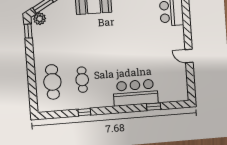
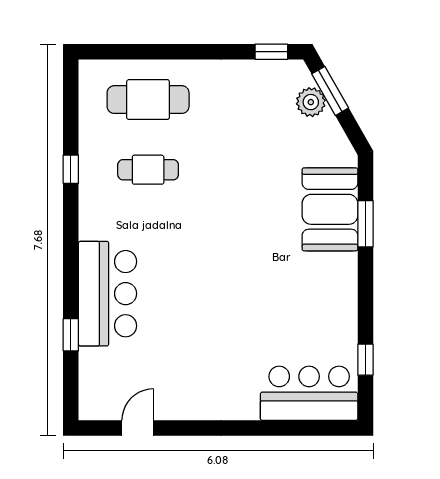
plant: (40, 19) -> (311, 102), moved
door: (189, 56) -> (138, 428), moved

